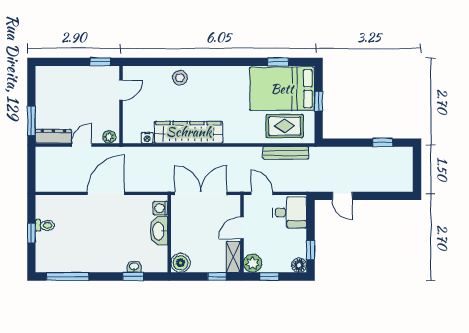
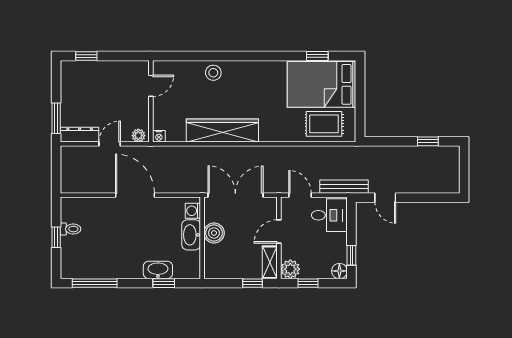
window: (100, 62) -> (86, 56), moved
window: (319, 101) -> (360, 98), removed
nightstand: (147, 138) -> (159, 136), moved
bench: (286, 153) -> (344, 187), moved
door: (106, 193) -> (135, 195), hinge flipped
boiler: (181, 263) -> (214, 233), moved
washbasin: (134, 267) -> (158, 270), width x1.91, depth x1.45

